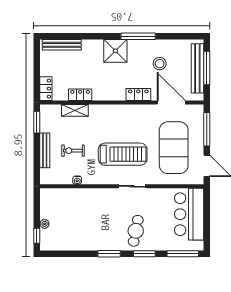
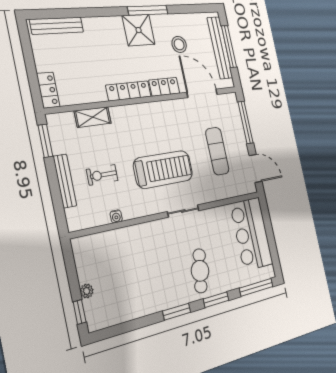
shower: (115, 51) -> (139, 30), moved
locker: (80, 95) -> (129, 91), moved, width x1.53
exercise mat: (174, 148) -> (217, 151), width x0.50, depth x0.69

